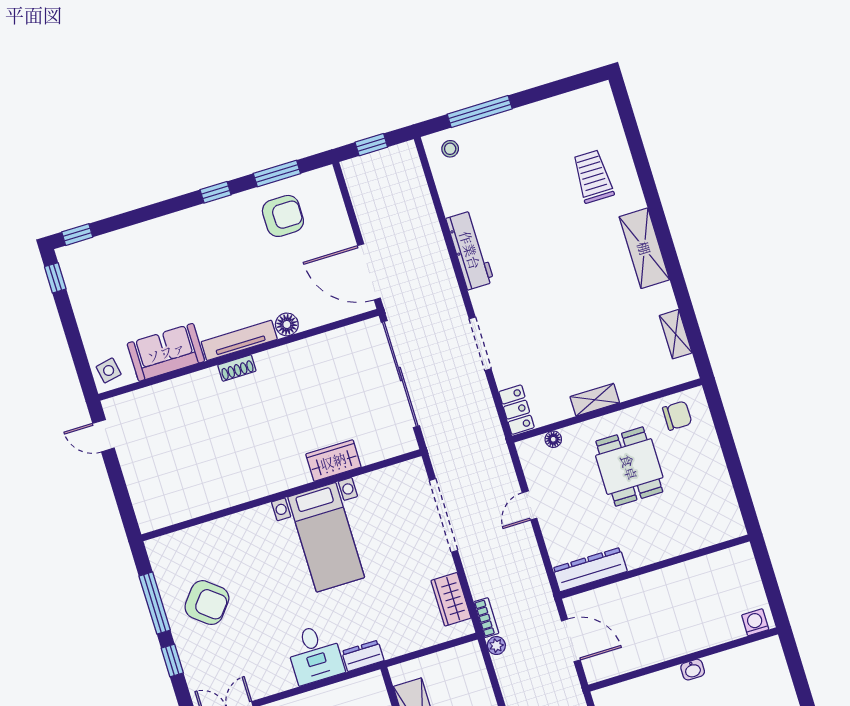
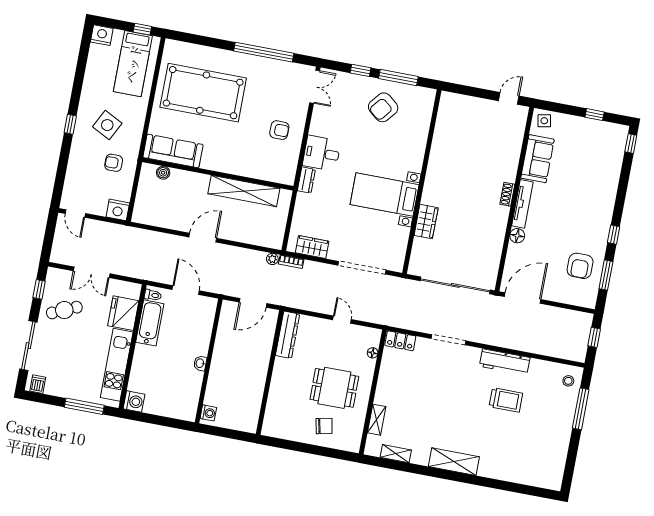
trolley: (593, 176) -> (506, 400), moved
window: (55, 278) -> (595, 115), moved
shelving: (595, 400) -> (377, 420), moved
chair: (677, 416) -> (324, 426), moved, turned -101

